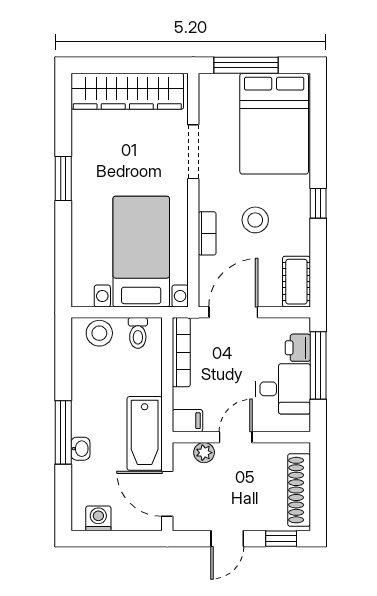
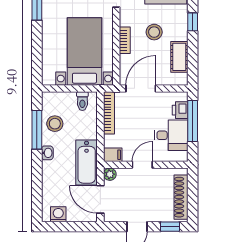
cot: (296, 282) -> (179, 57), moved
stool: (99, 333) -> (55, 124), moved
window: (63, 432) -> (37, 130), moved
washbasin: (80, 449) -> (47, 153), moved
plant: (204, 453) -> (110, 174), moved

